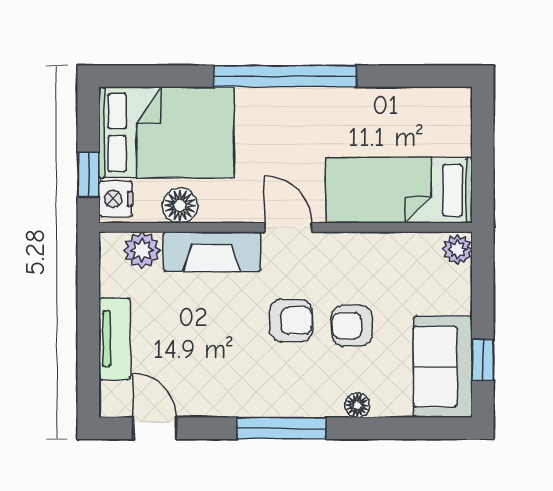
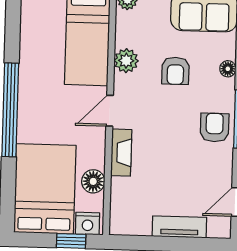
plant: (142, 250) -> (126, 61), moved
fireplace: (212, 252) -> (121, 153), width x0.73, depth x0.76
armchair: (291, 321) -> (215, 127), moved

